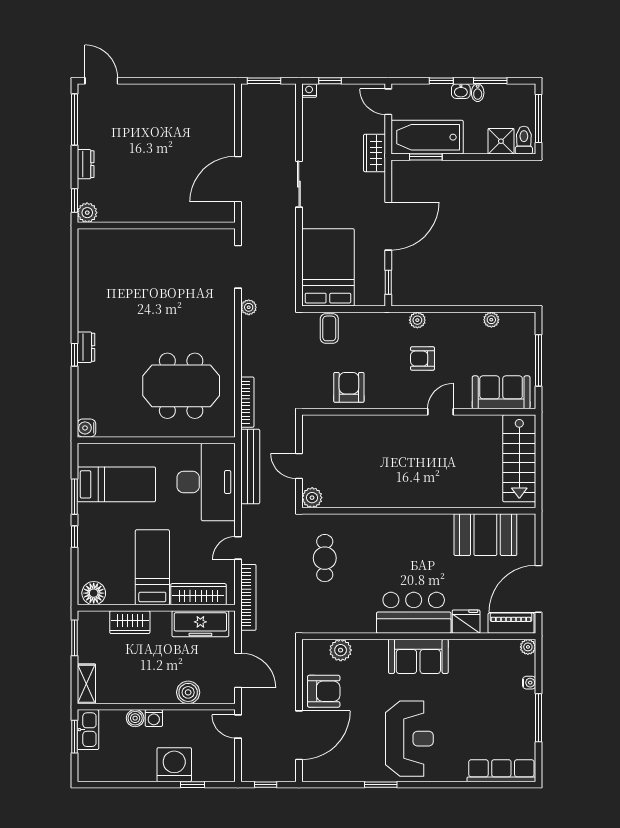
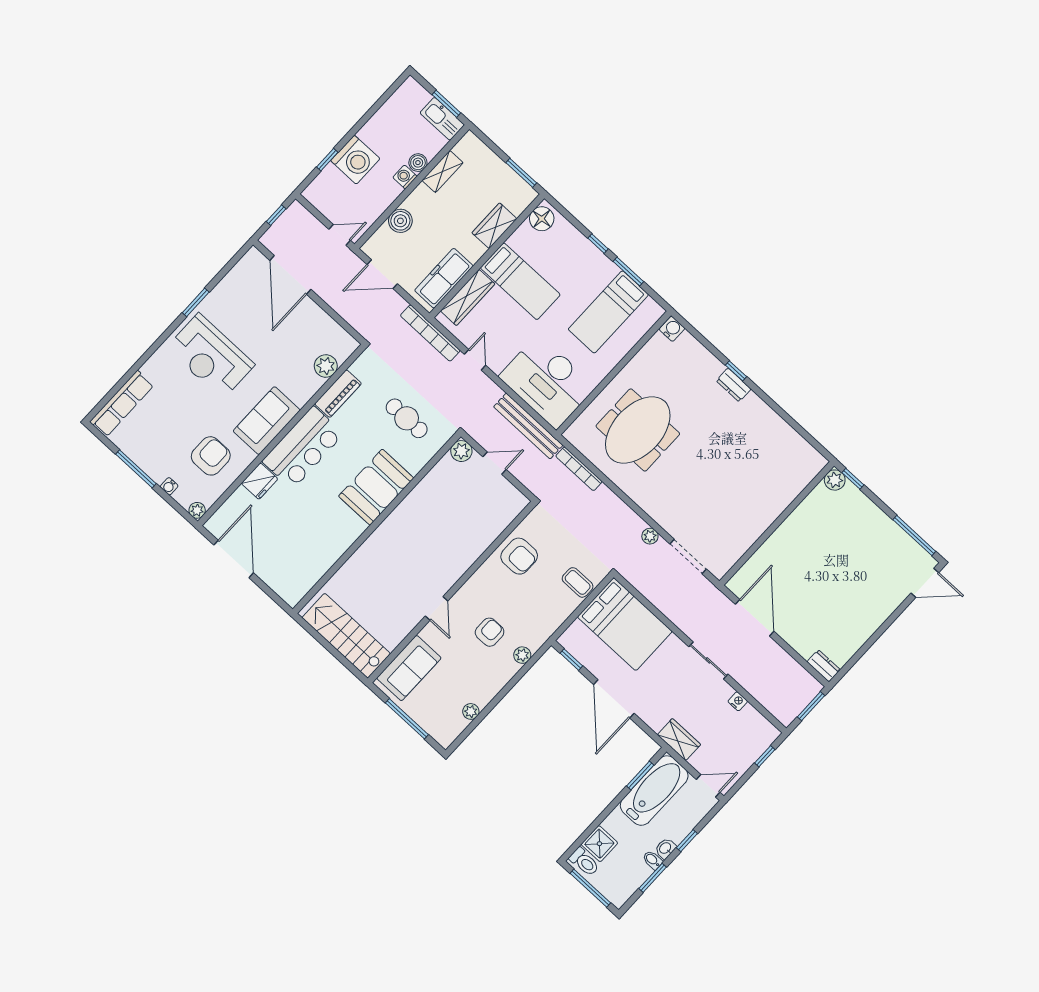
nightstand: (309, 91) -> (738, 701), moved, turned -90
dresser: (86, 164) -> (824, 666), moved, turned 180
booth: (485, 535) -> (376, 487), moved
piano: (511, 623) -> (338, 394), moved
shelving: (86, 684) -> (443, 171), moved, turned 90
armchair: (324, 691) -> (211, 456), moved, turned 180

